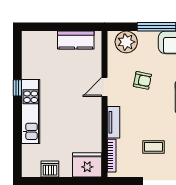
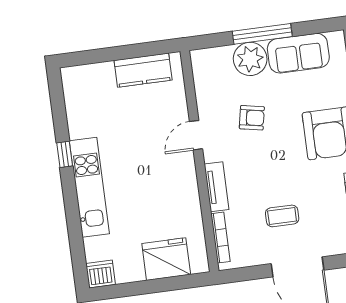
plant: (126, 42) -> (250, 59), moved
fridge: (87, 165) -> (166, 259), moved
dishwasher: (50, 169) -> (101, 274), moved

